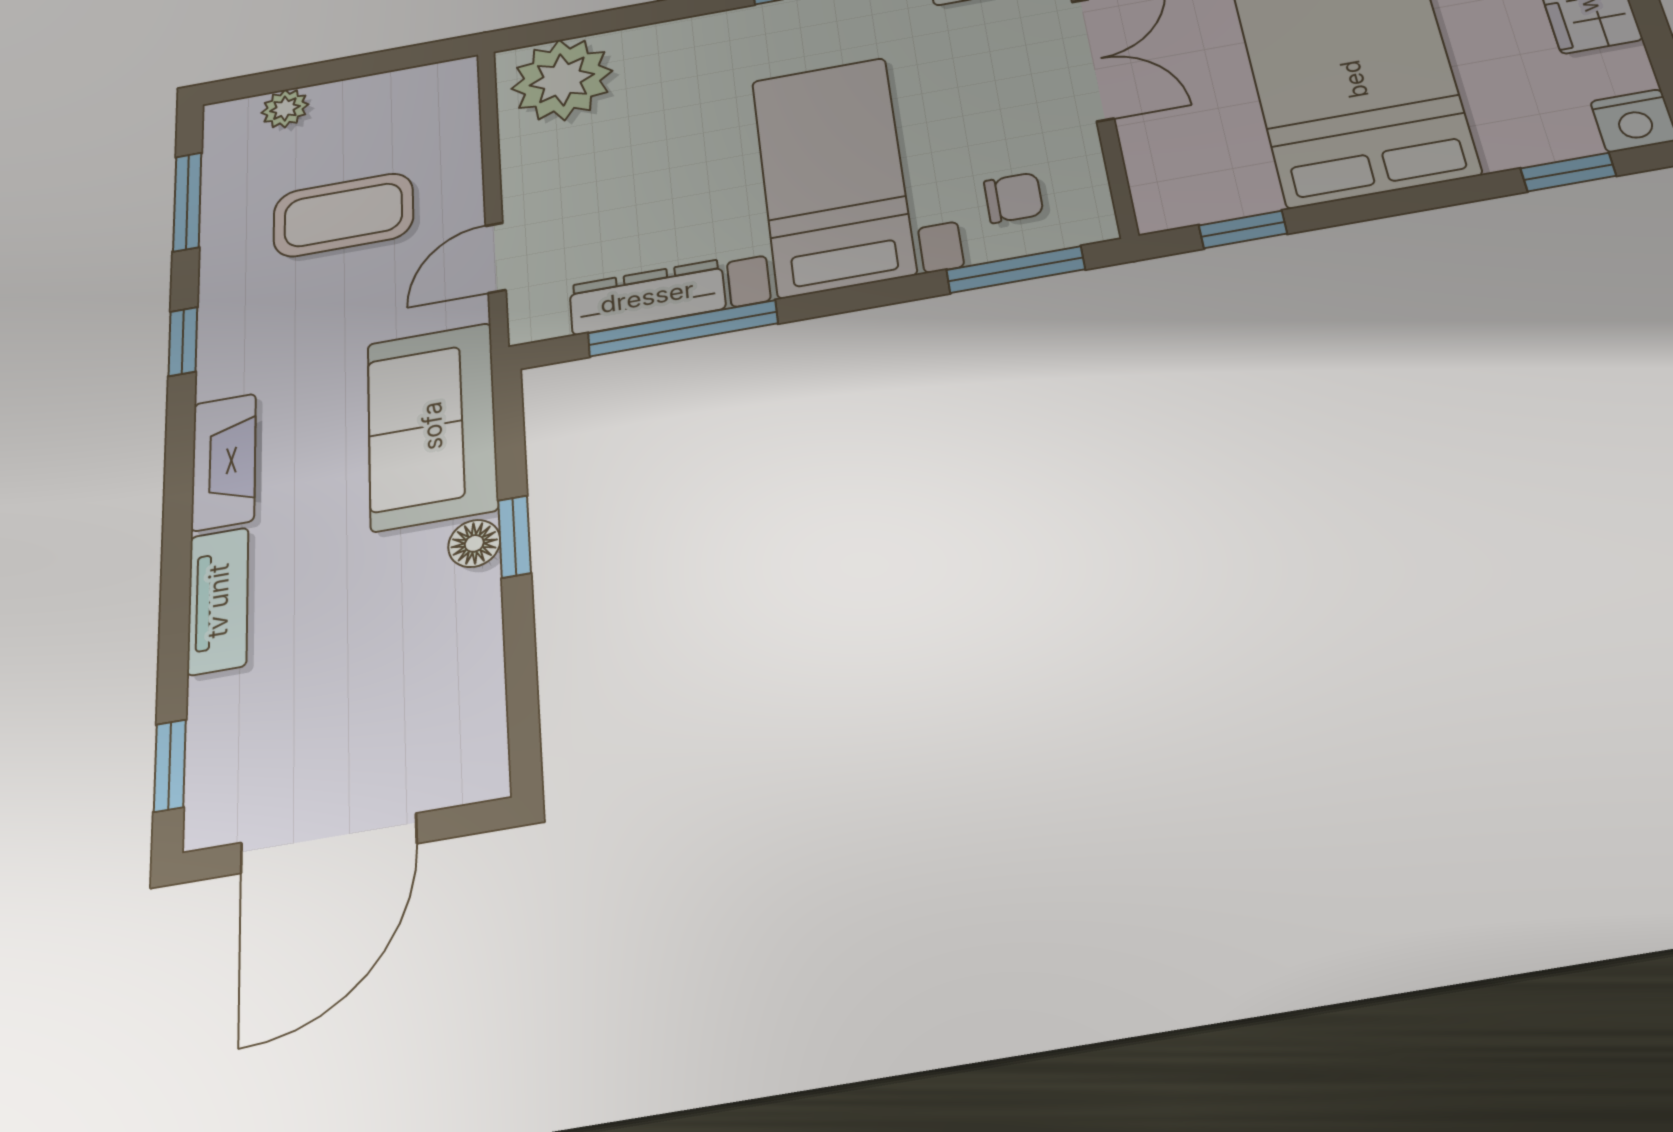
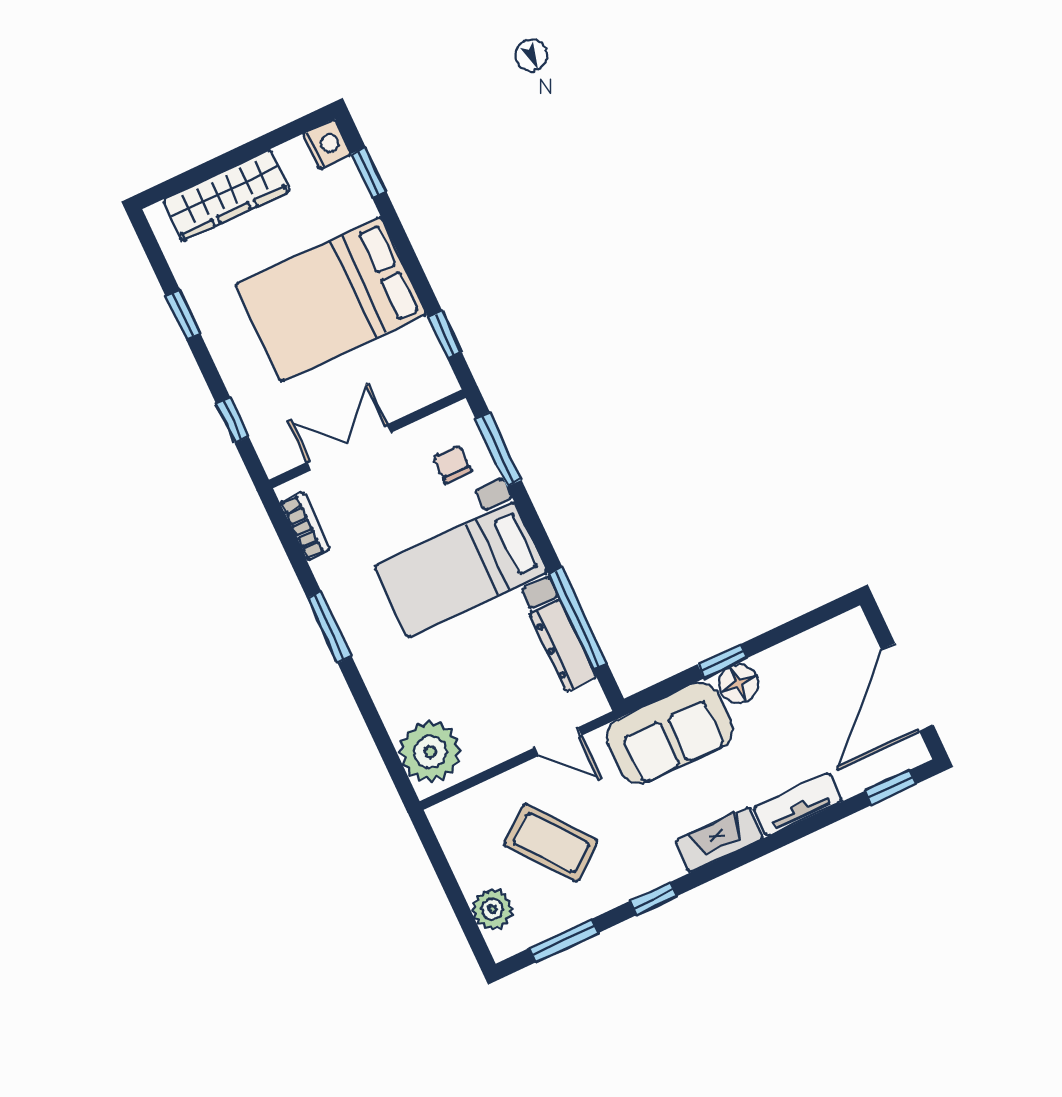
plant: (285, 109) -> (492, 909), width x1.38, depth x1.38
coffee table: (343, 215) -> (551, 843), turned -38
floor lamp: (474, 543) -> (739, 684), width x1.37, depth x1.37
door: (329, 843) -> (907, 687), swing flipped

